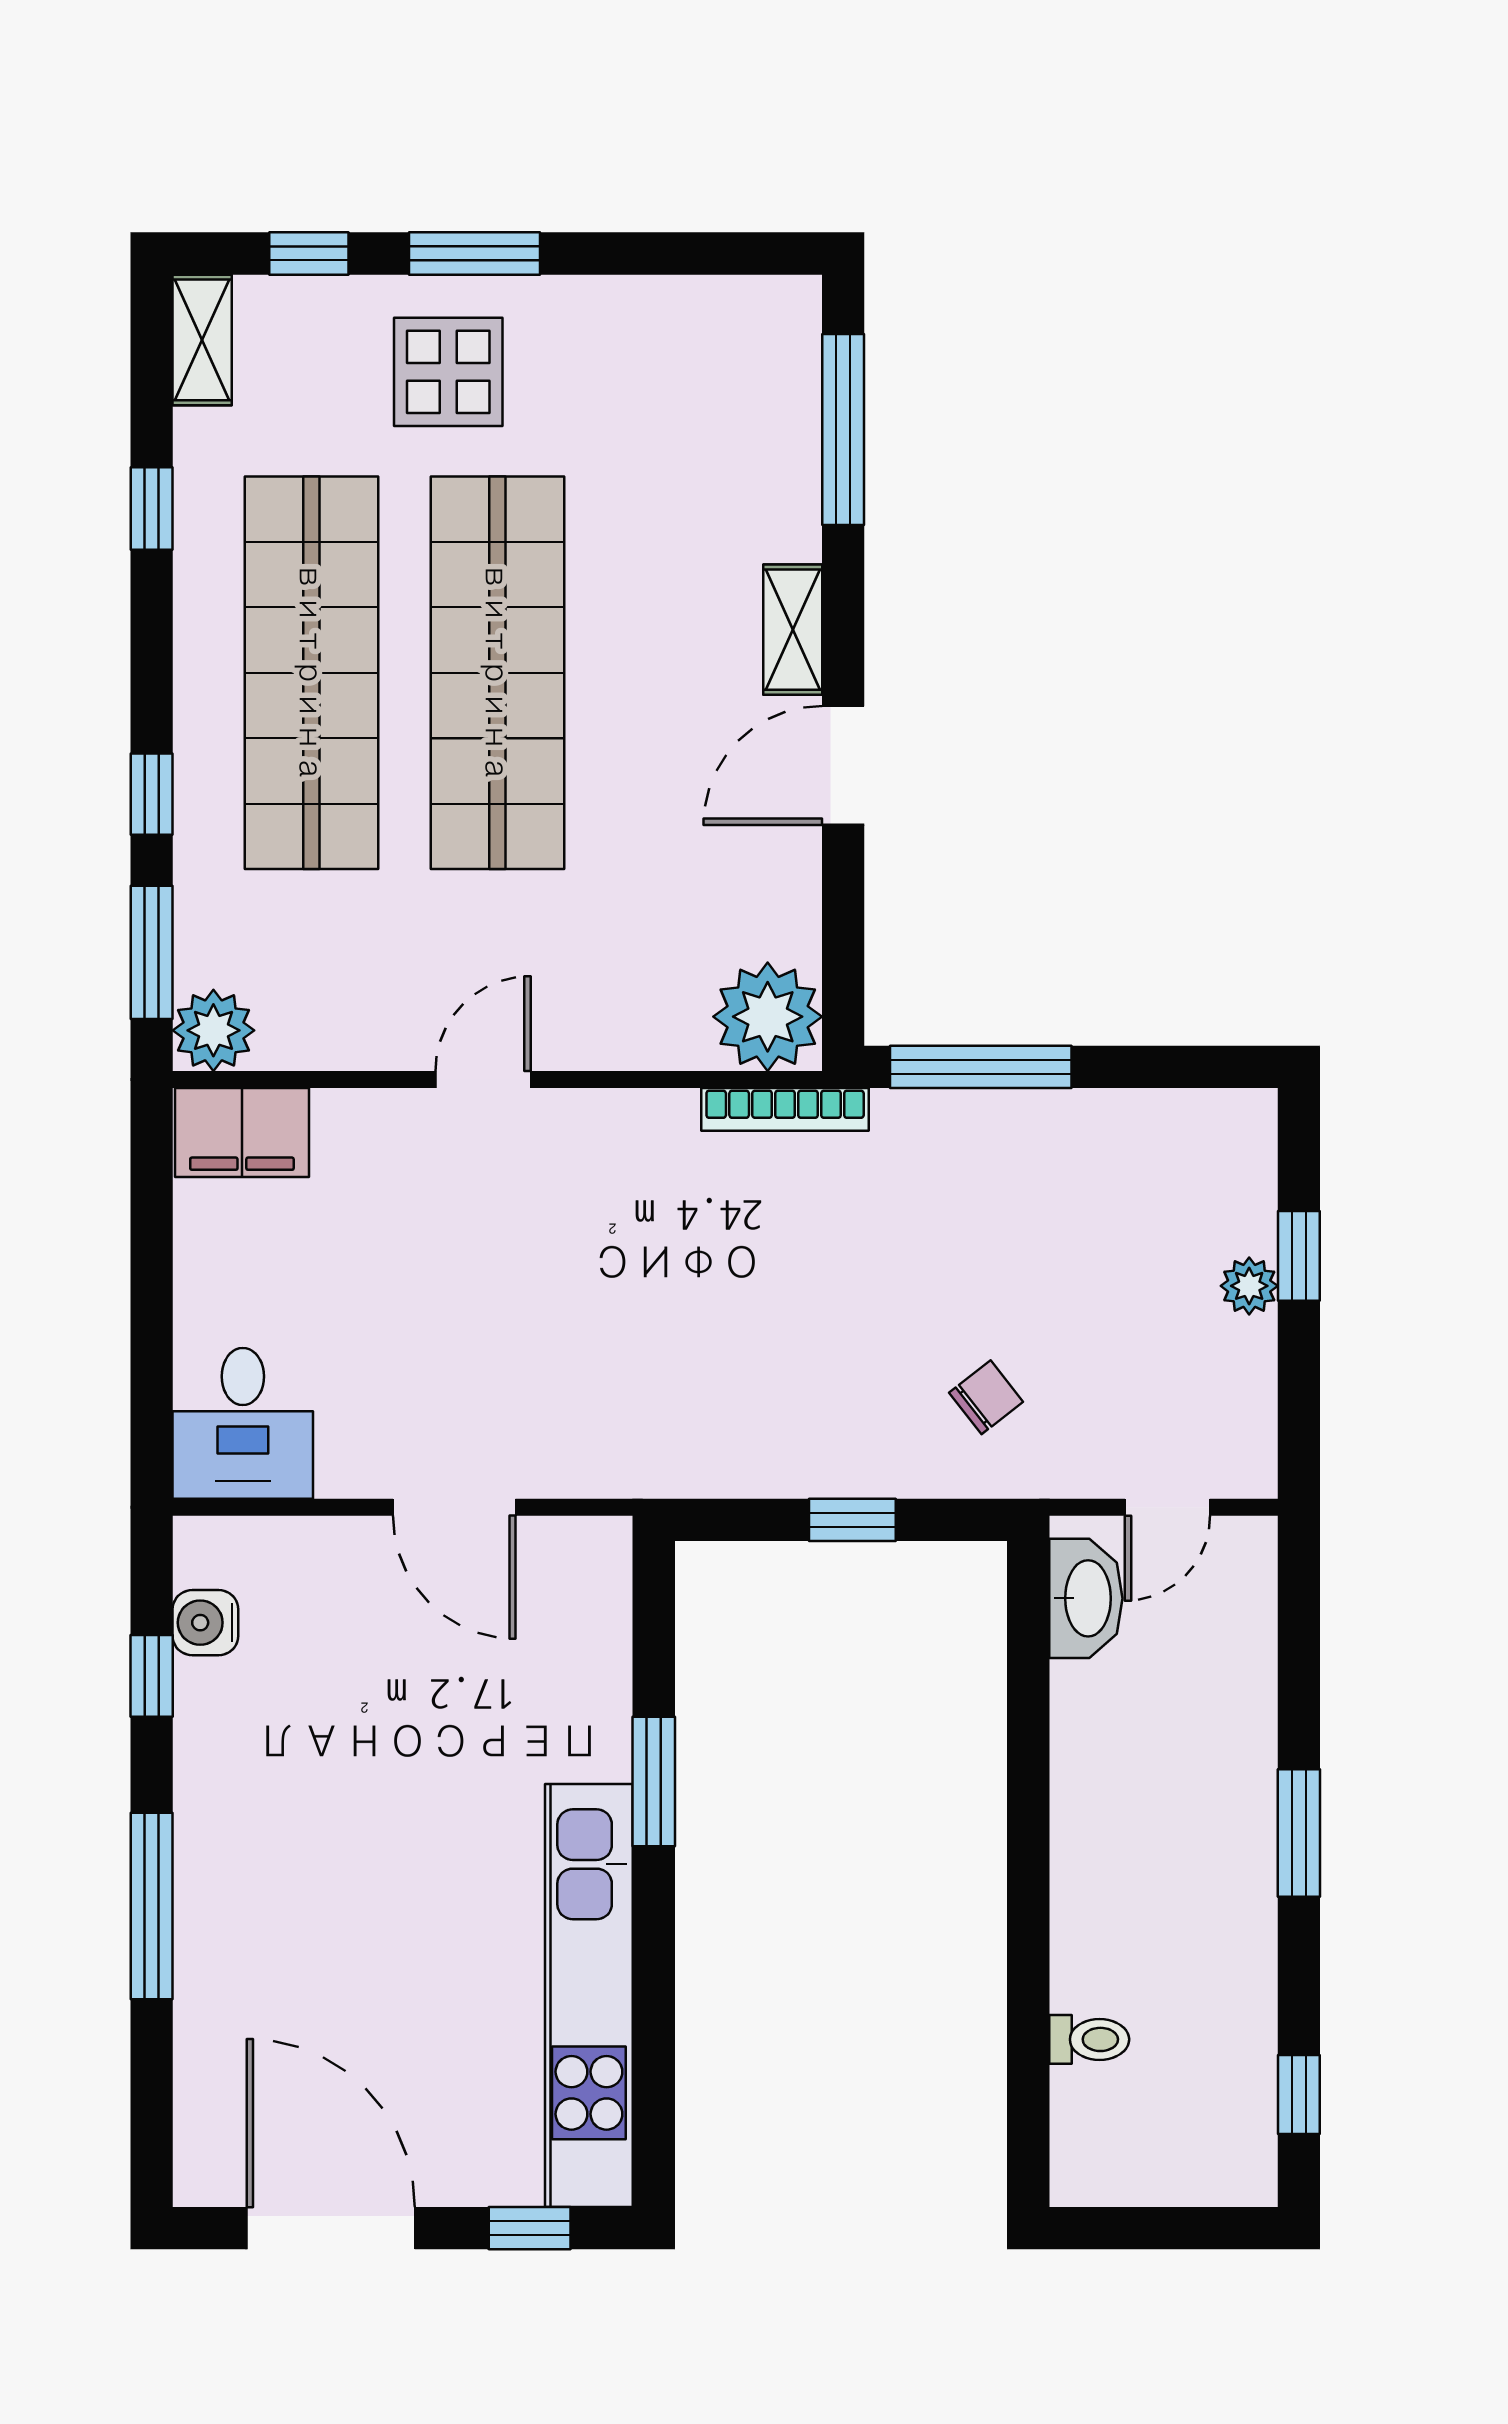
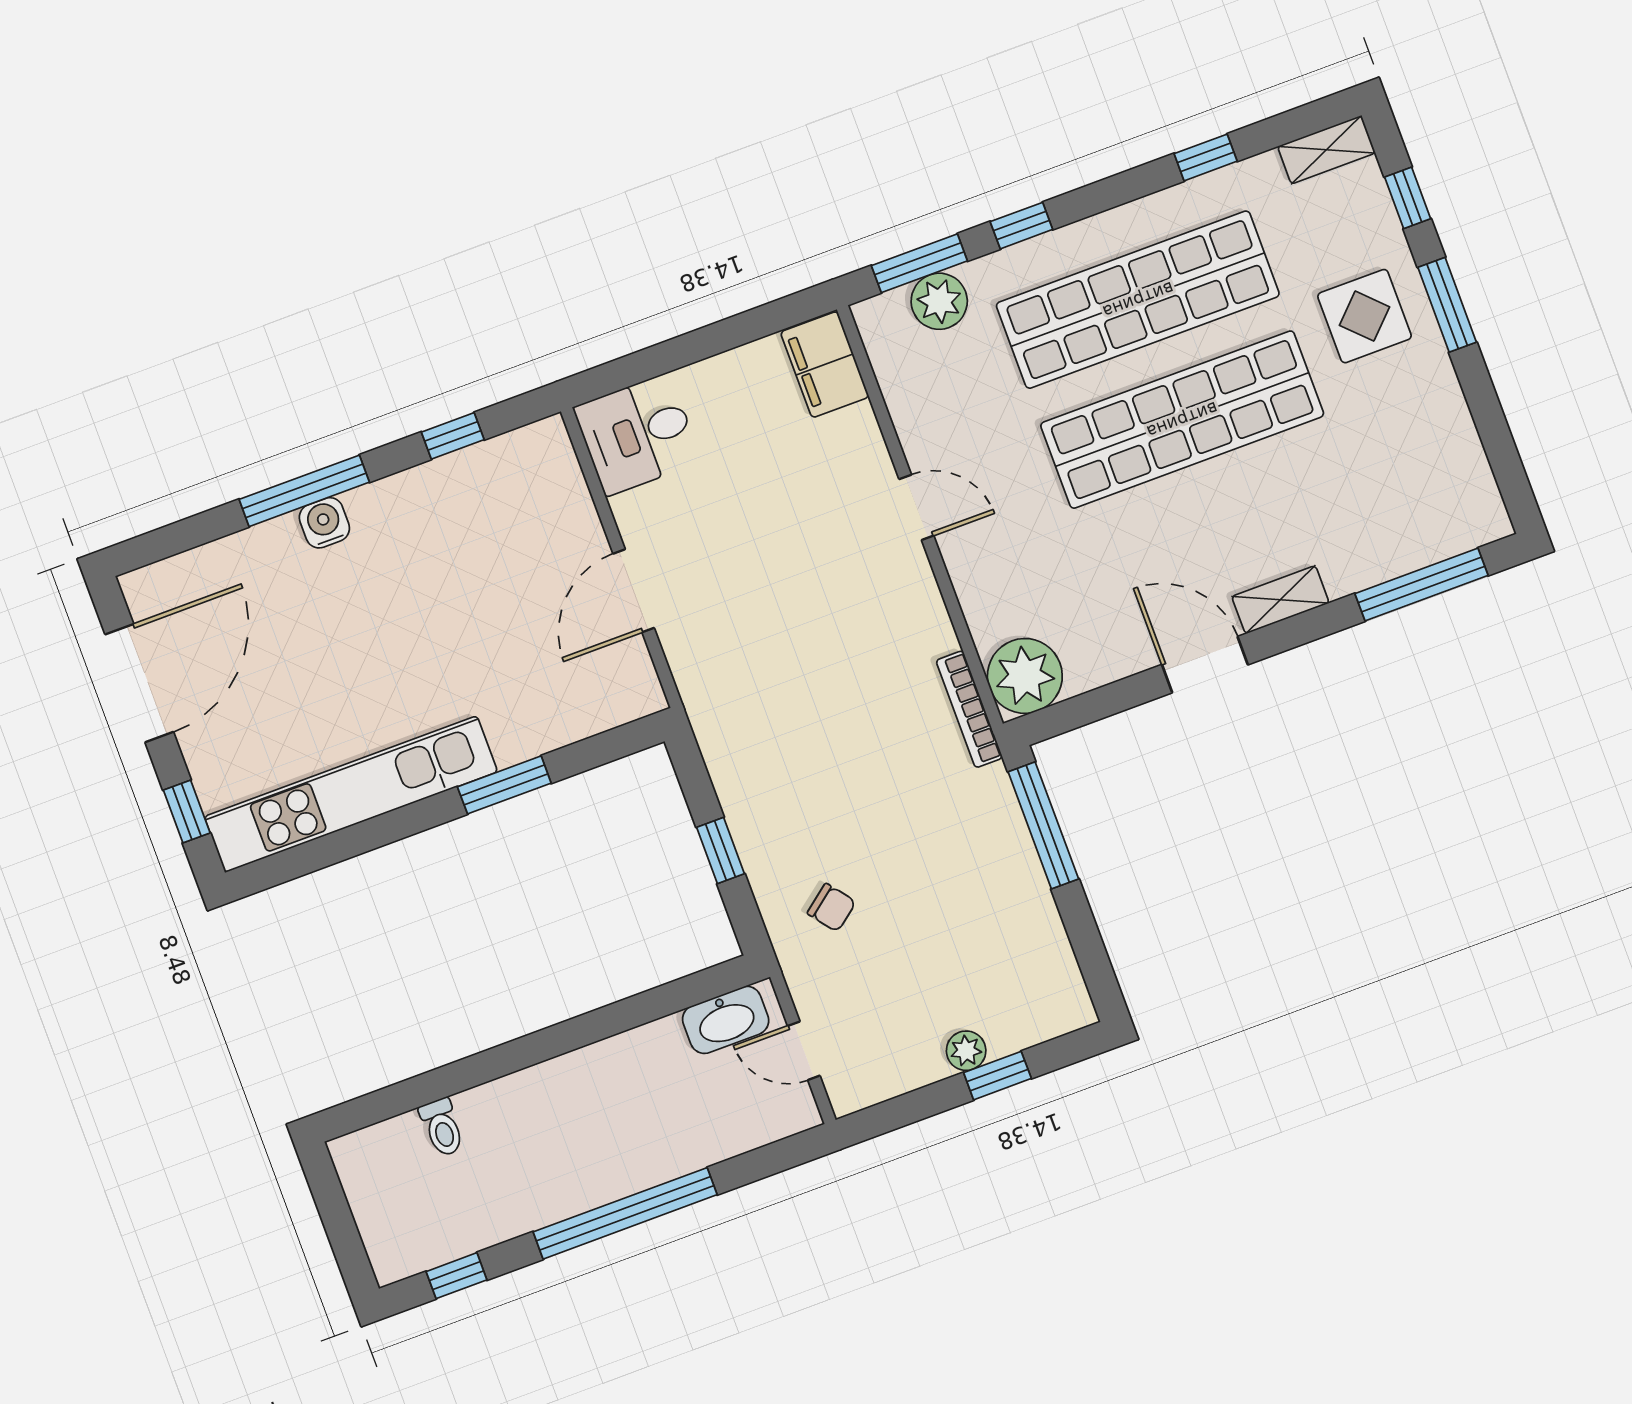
plant: (213, 1030) -> (939, 301), moved
water cooler: (205, 1623) -> (324, 523), moved
window: (1299, 1833) -> (625, 1213), width x2.11

